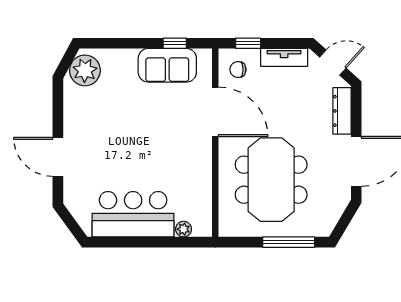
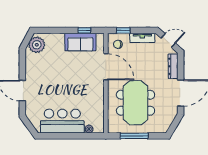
window: (289, 242) -> (134, 136), moved

